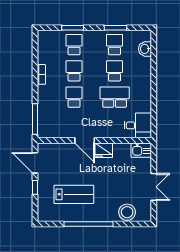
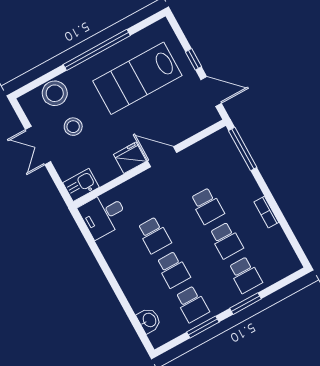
window: (73, 28) -> (245, 304), moved
school desk: (115, 97) -> (154, 235), width x0.54
stool: (127, 187) -> (73, 127), added
lab bench: (74, 194) -> (137, 78), width x1.36, depth x1.39

